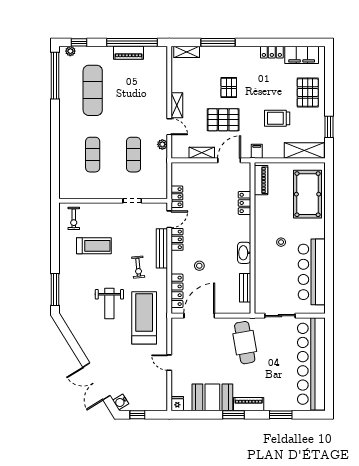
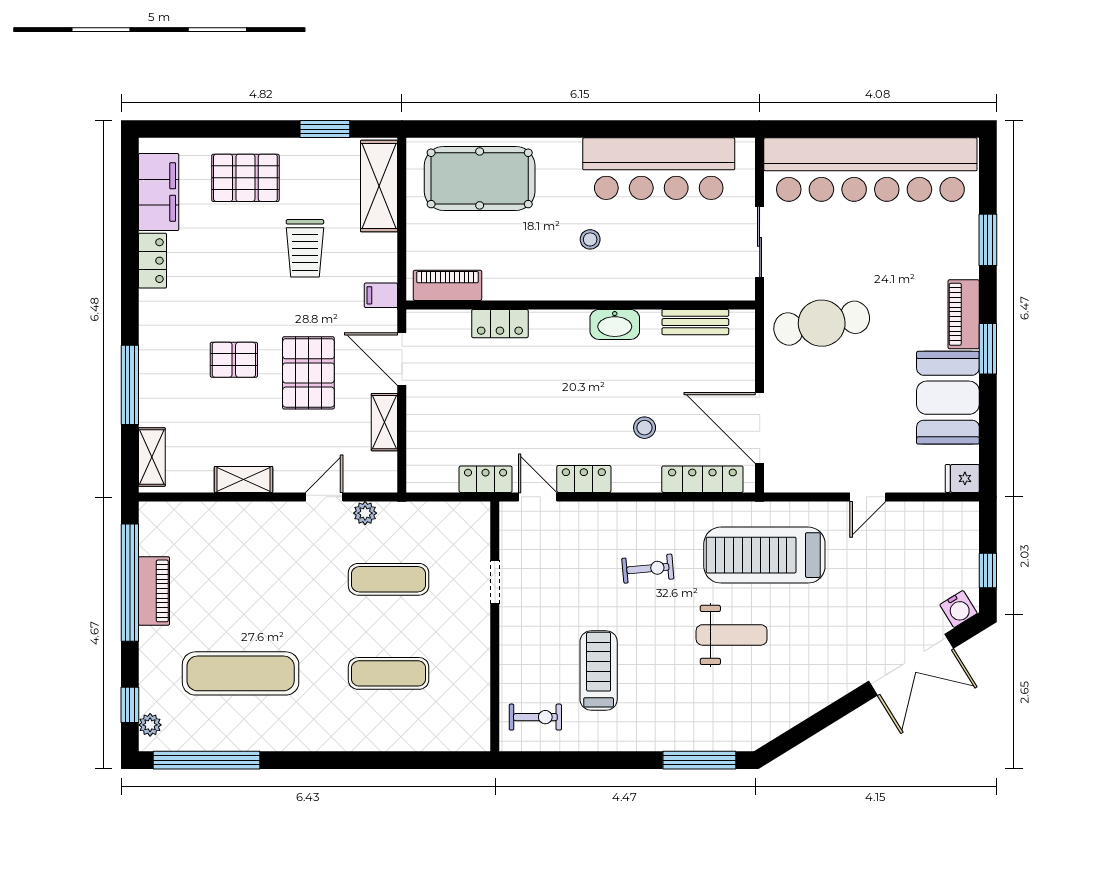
shelving: (177, 105) -> (243, 479), moved
bench: (162, 248) -> (605, 514), removed

